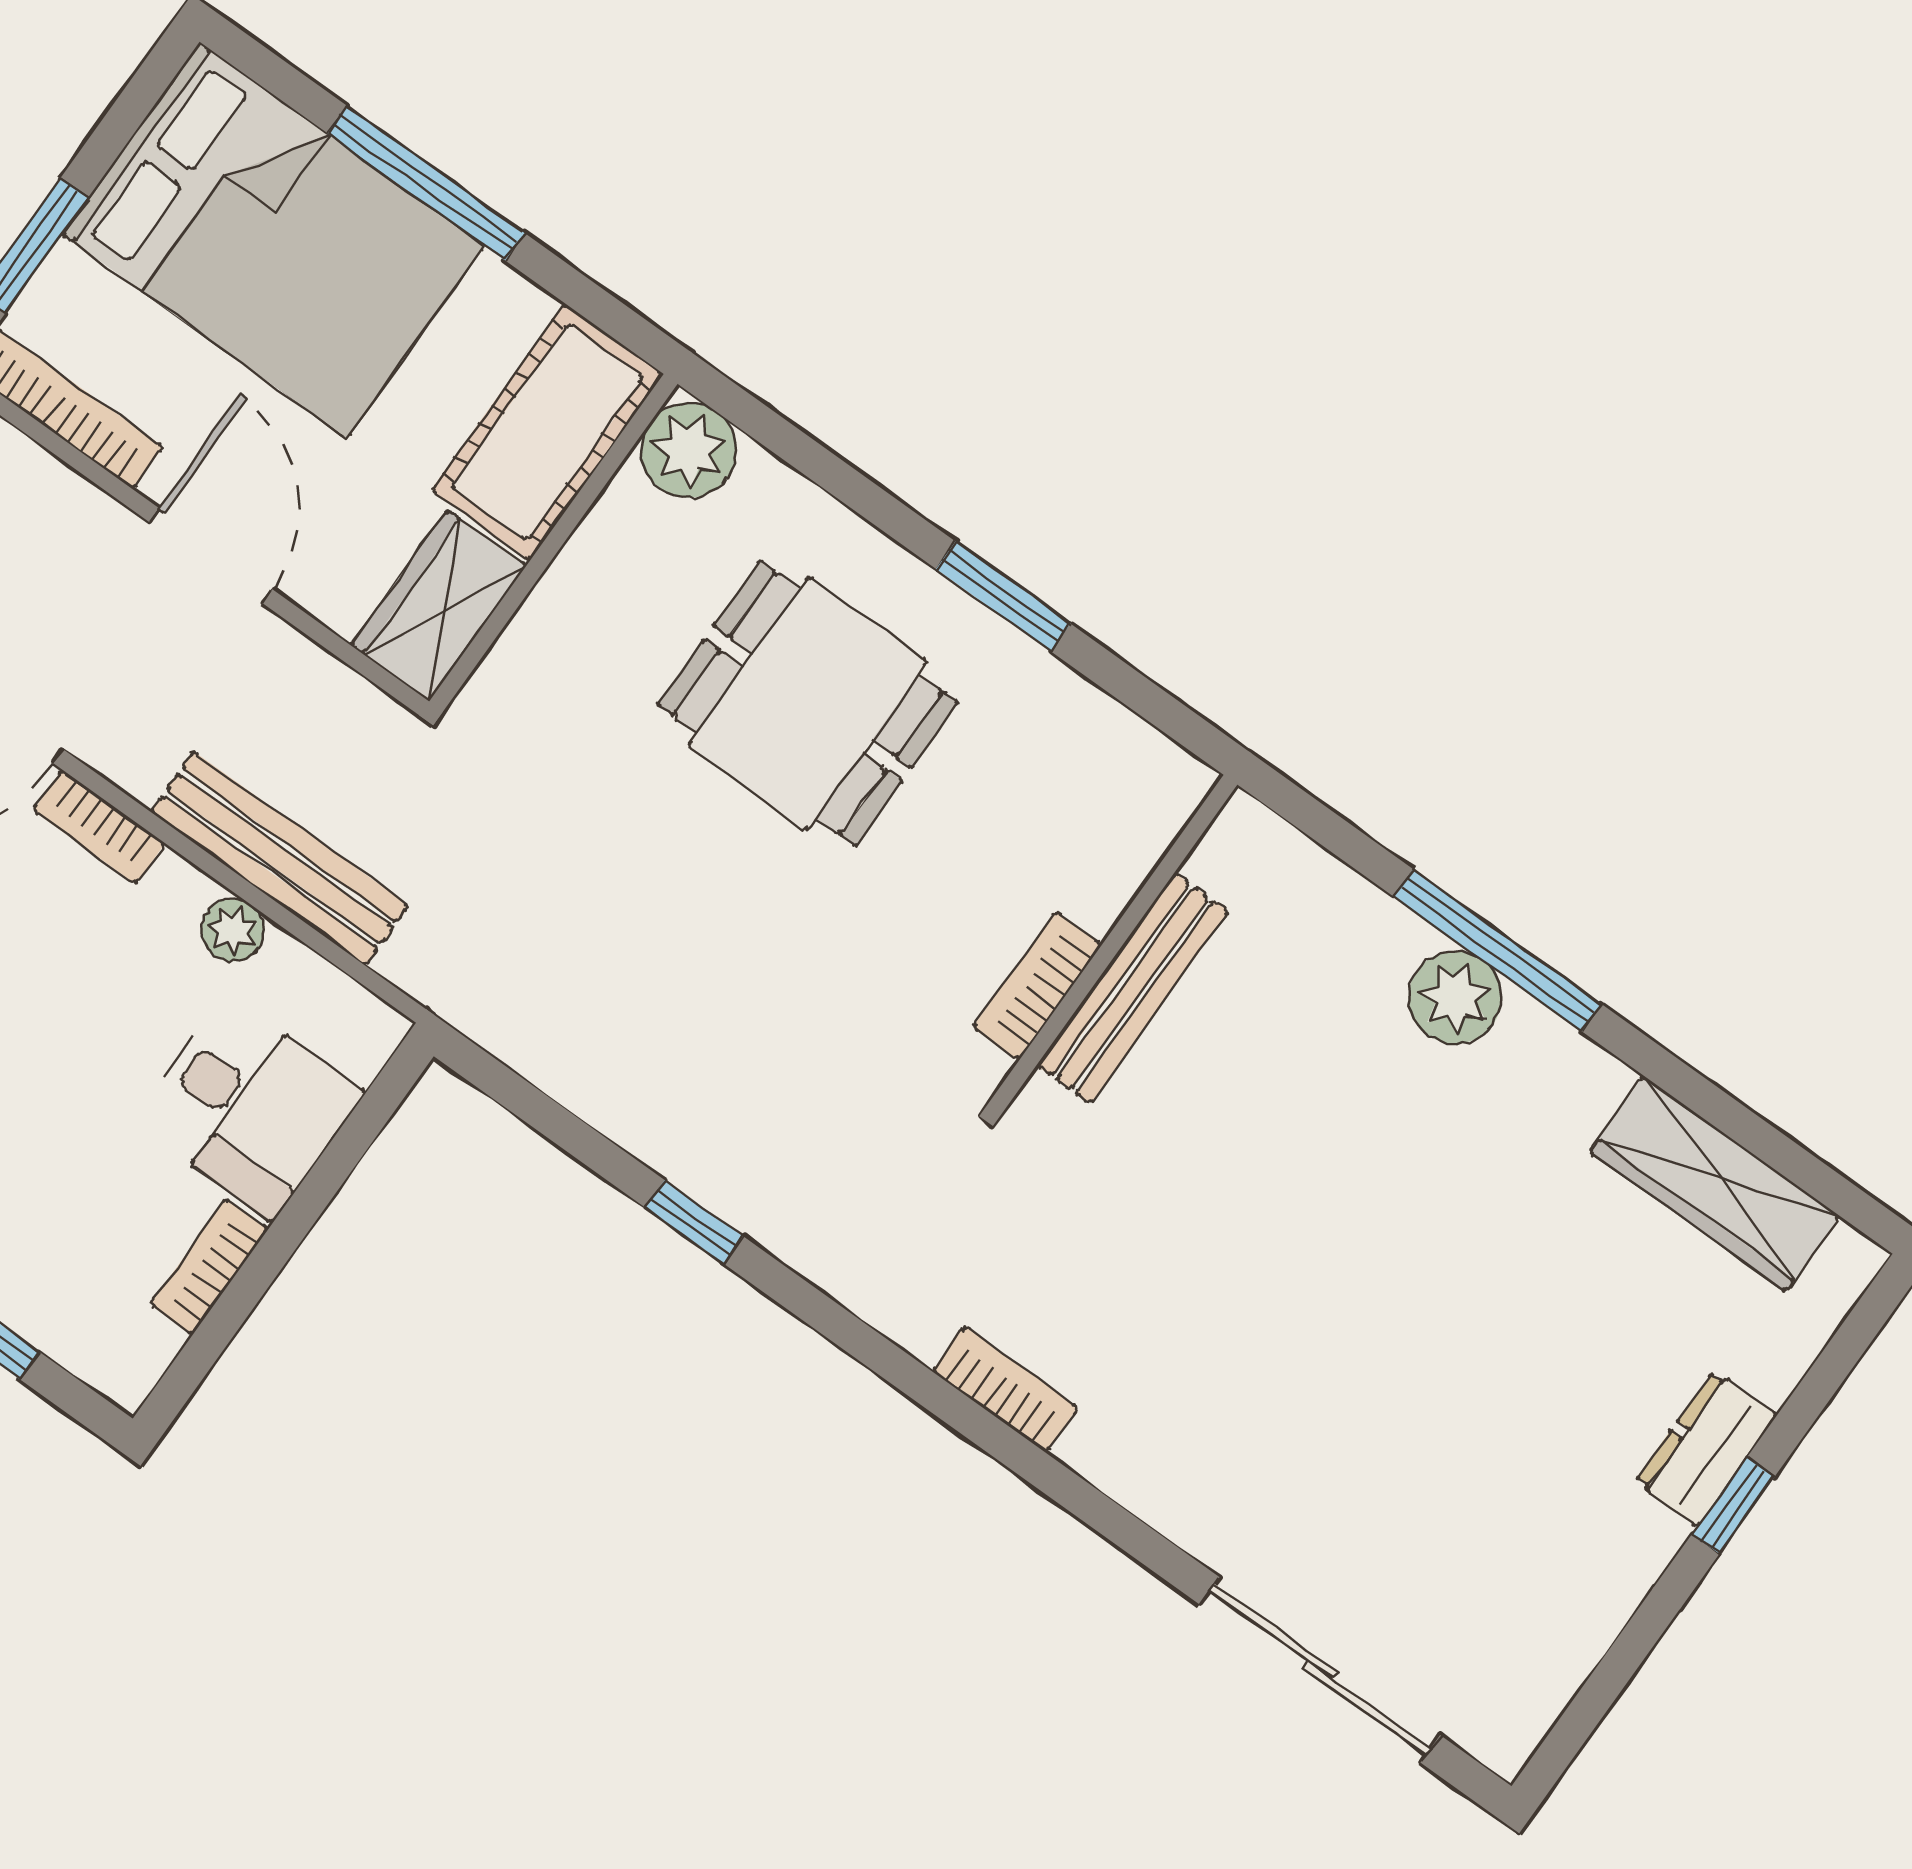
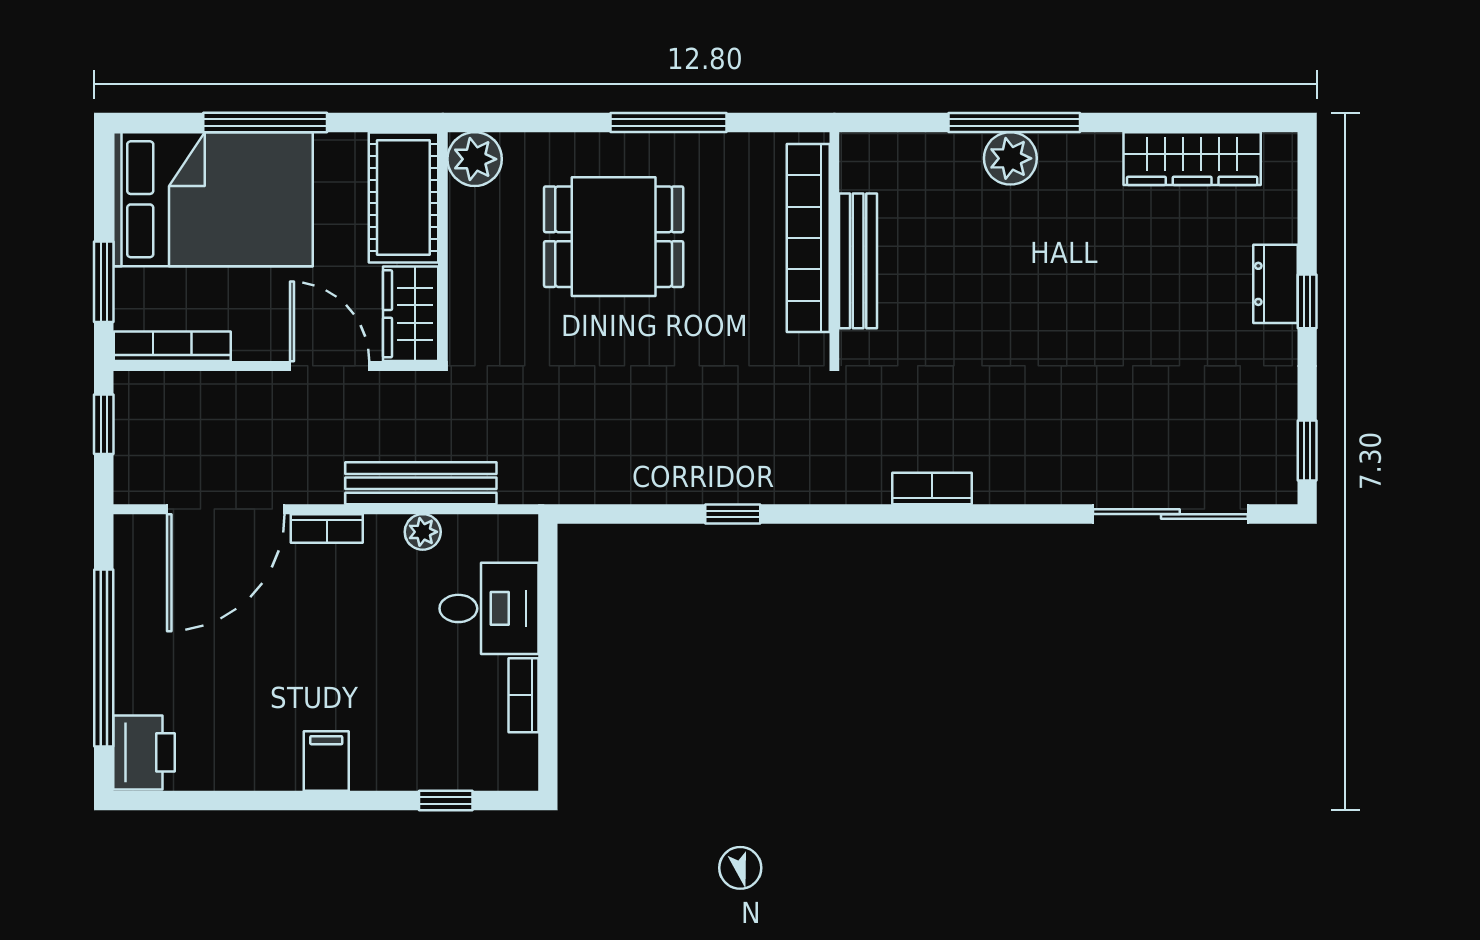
door: (211, 556) -> (330, 366), moved
window: (1003, 596) -> (669, 122), width x1.44
bookcase: (1037, 986) -> (808, 238), width x2.31, depth x1.31
window: (1580, 1719) -> (1307, 451), added

